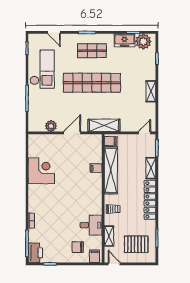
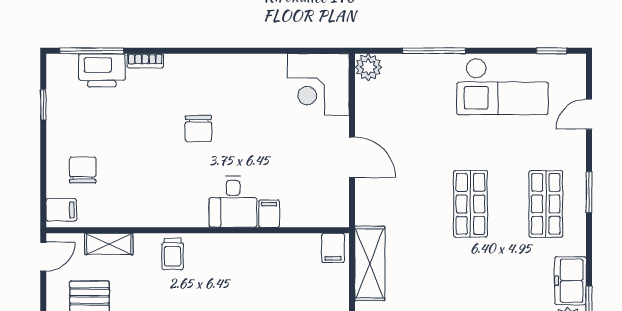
shop shelf: (92, 83) -> (470, 204), width x0.50, depth x0.74
shelving: (104, 125) -> (370, 263), moved
plant: (51, 126) -> (368, 67), moved
shelving: (111, 170) -> (264, 248), removed
corner desk: (41, 171) -> (318, 84), moved, turned 90
chair: (60, 198) -> (198, 129), added
desk: (91, 225) -> (233, 202), moved
printer: (35, 253) -> (102, 70), moved

